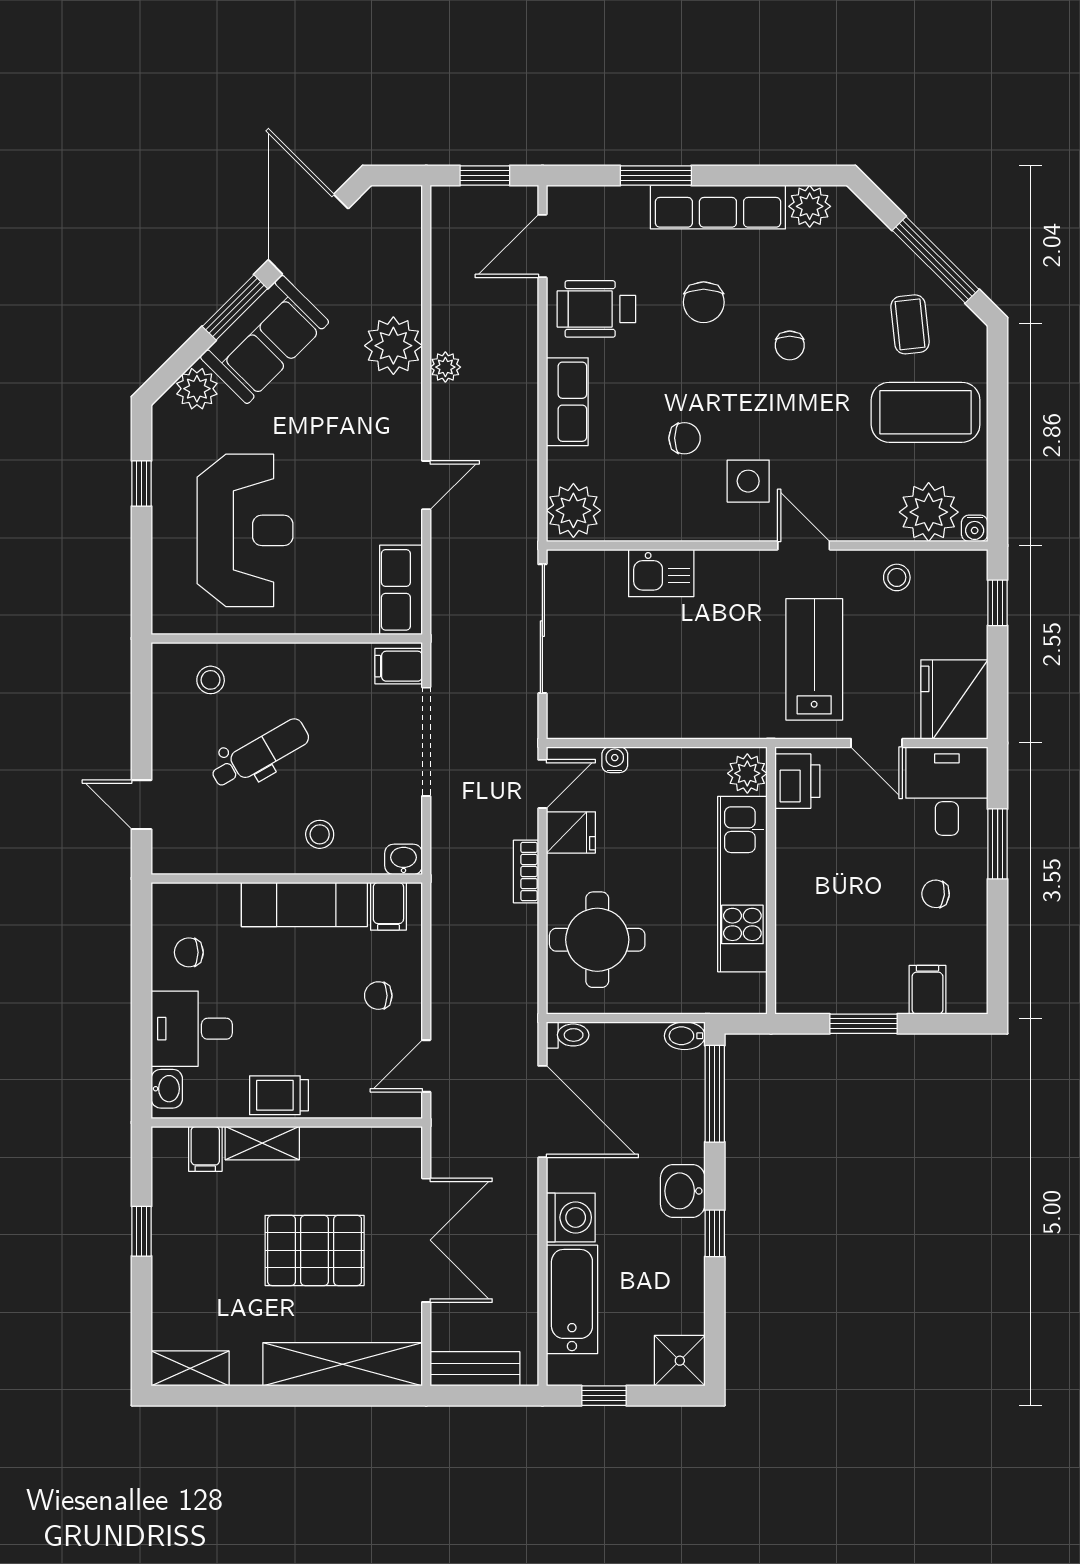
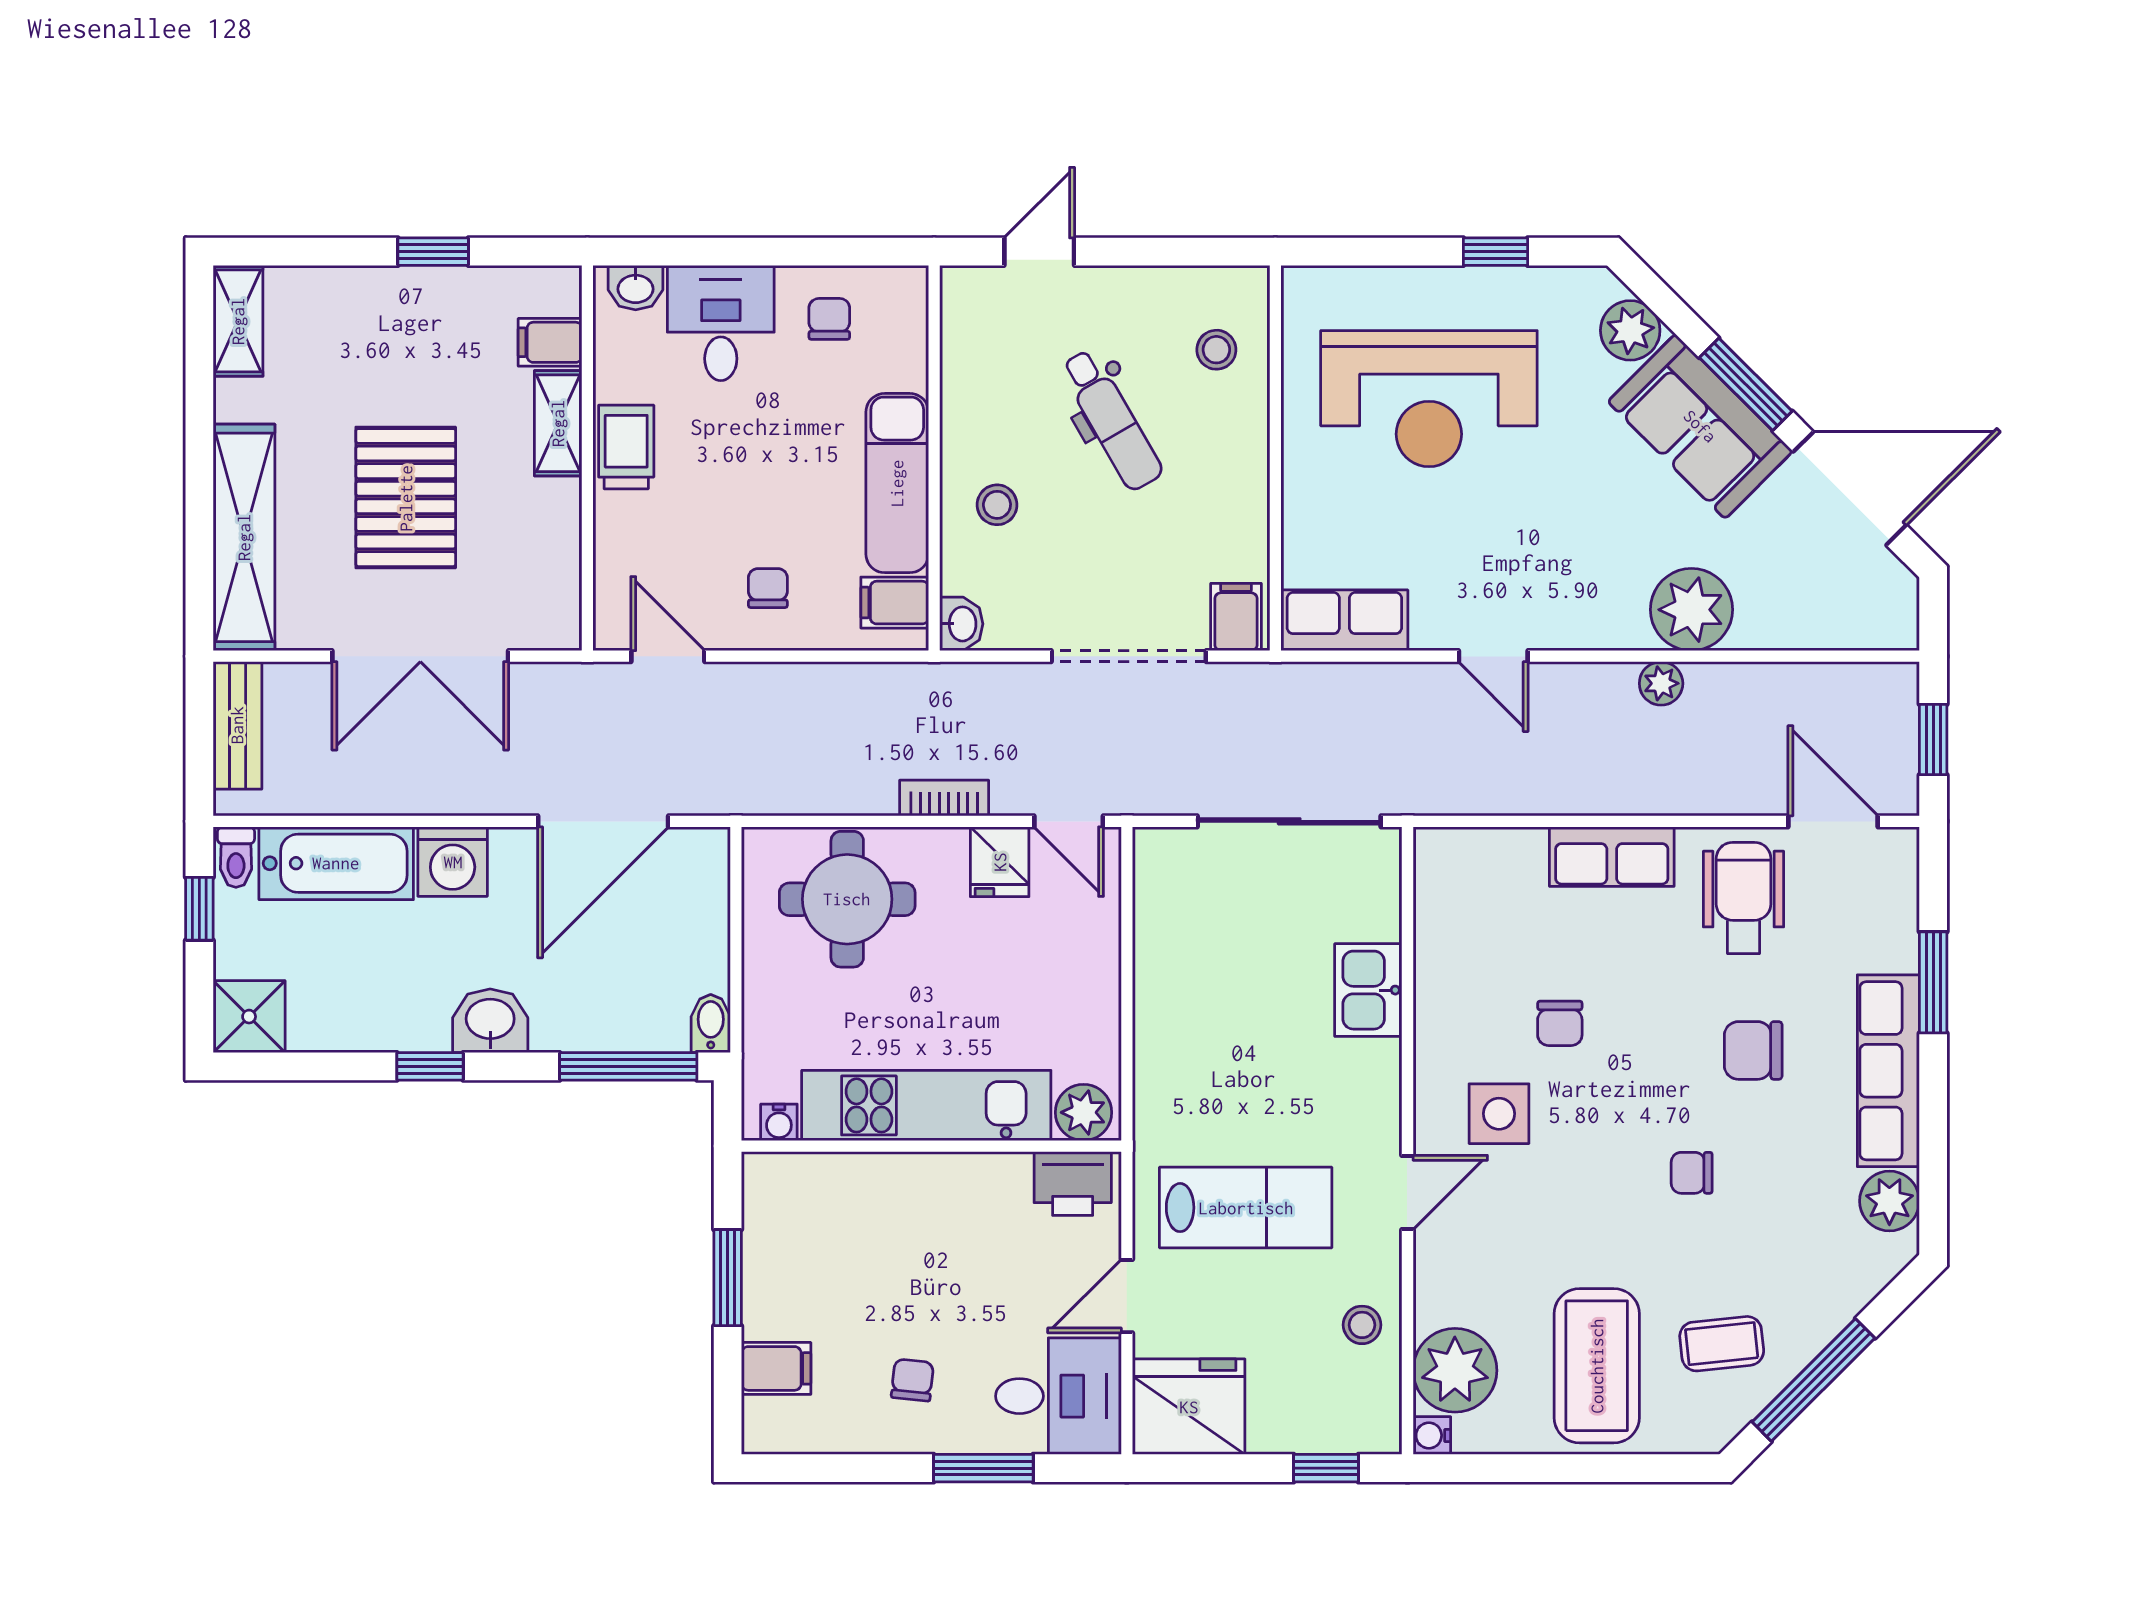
plant: (573, 510) -> (1457, 865), removed
water cooler: (615, 760) -> (779, 1122), moved, turned 90
toilet: (568, 1035) -> (236, 857), moved

